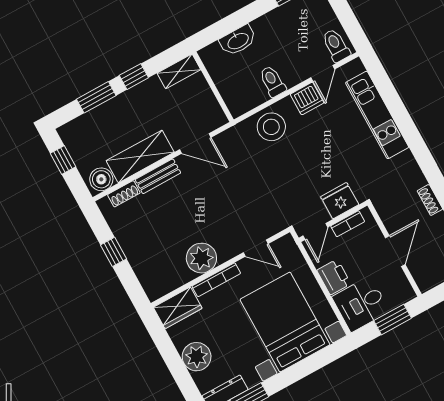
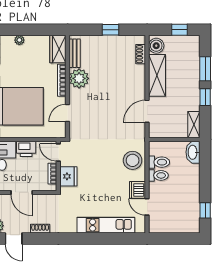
washbasin: (238, 41) -> (193, 152), moved
toilet: (336, 45) -> (159, 162), moved
bench: (158, 176) -> (75, 53), moved
plant: (197, 357) -> (19, 40), width x0.53, depth x0.53

